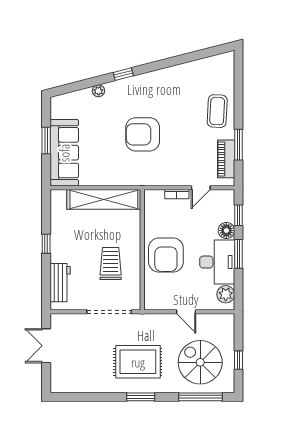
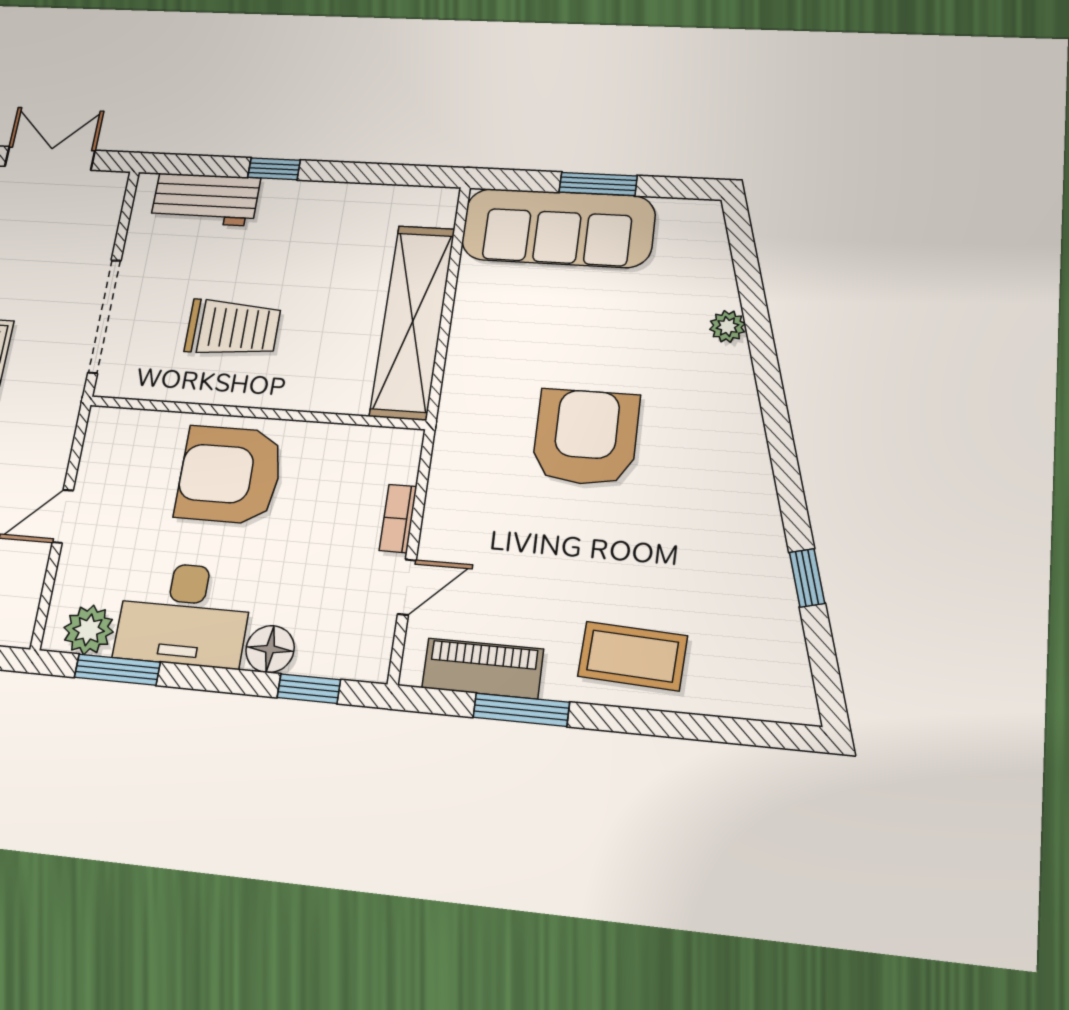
window: (123, 74) -> (807, 578), moved
door: (201, 188) -> (407, 587), swing flipped
window: (46, 244) -> (274, 169), moved
window: (239, 254) -> (117, 670), moved

